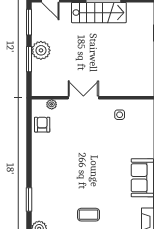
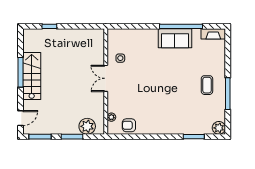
plant: (41, 50) -> (87, 126), moved
double door: (83, 98) -> (106, 78), moved

